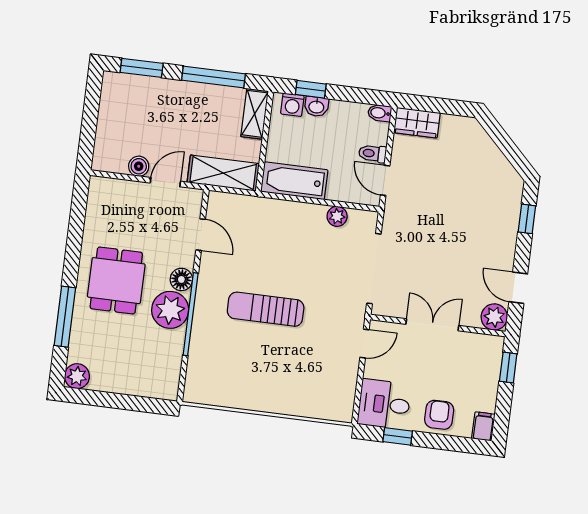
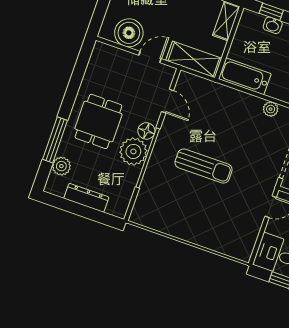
washing machine: (292, 105) -> (255, 20), removed
boiler: (139, 166) -> (129, 33), width x1.86, depth x1.86
sun lounger: (266, 309) -> (204, 166), turned 180
plant: (77, 376) -> (61, 166), moved
dresser: (122, 383) -> (86, 198), added

